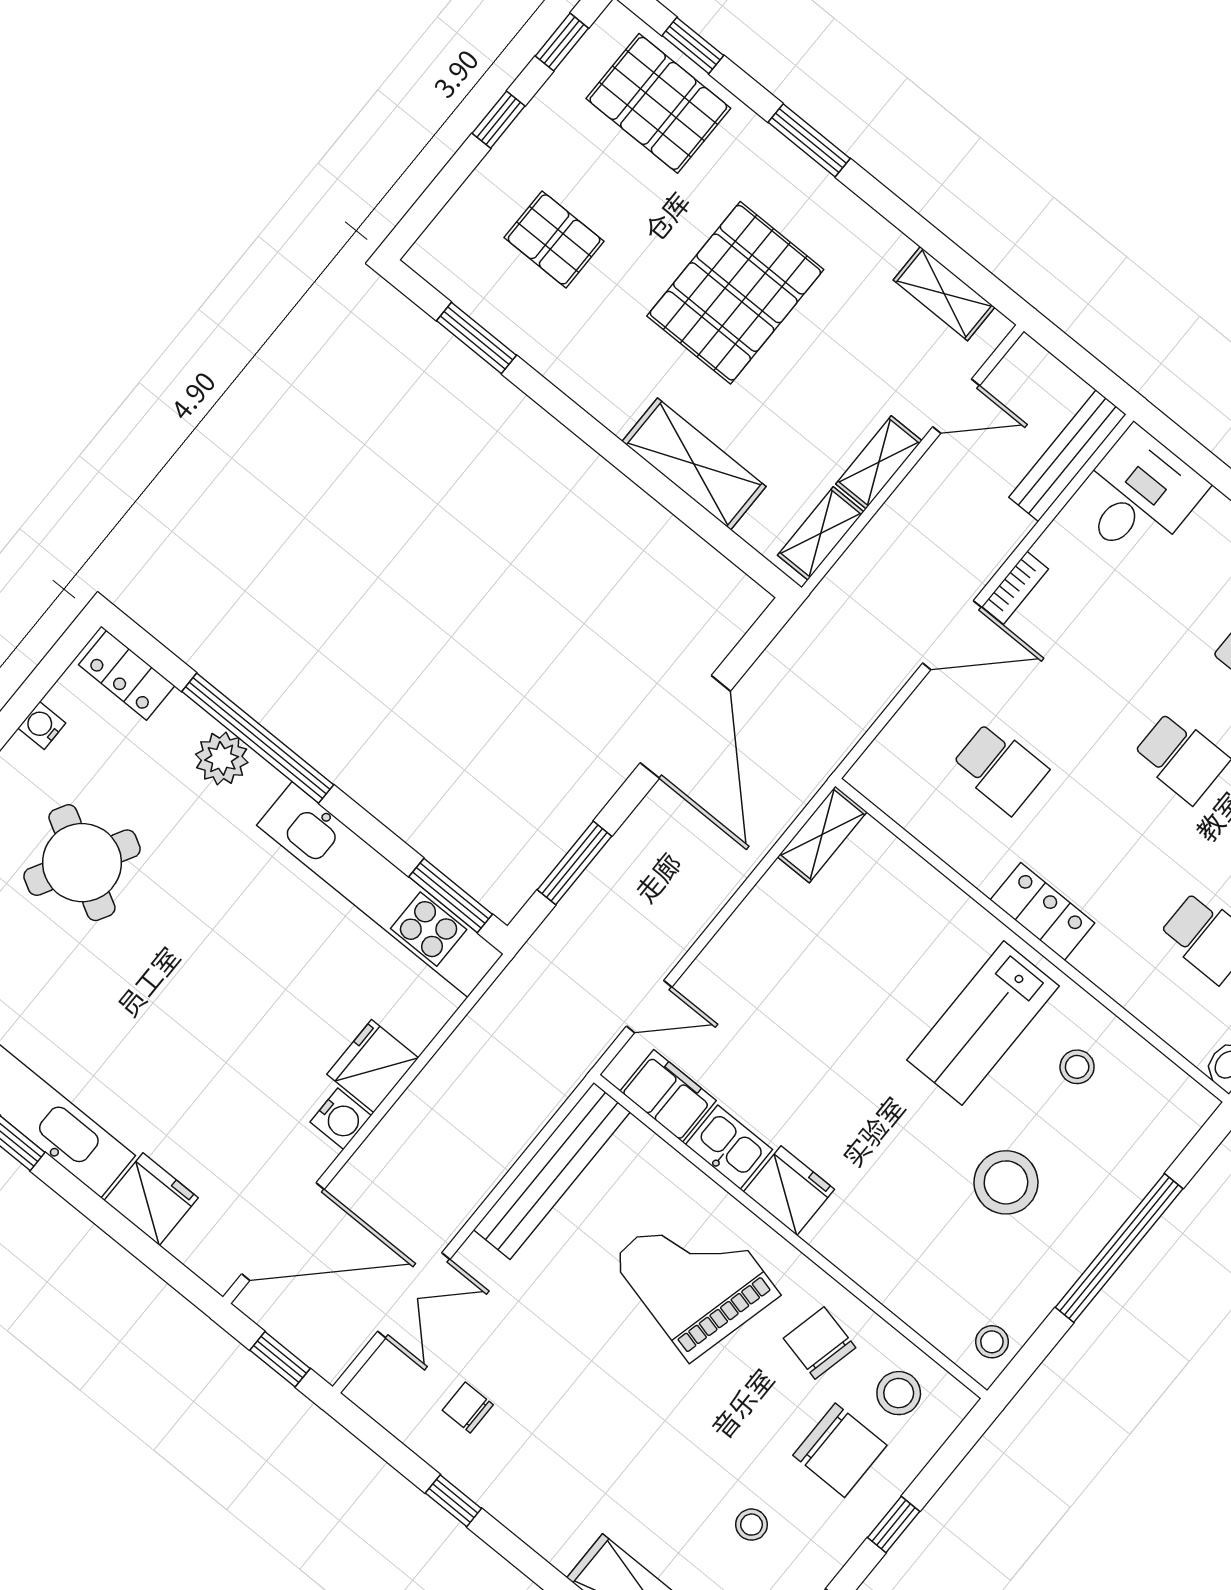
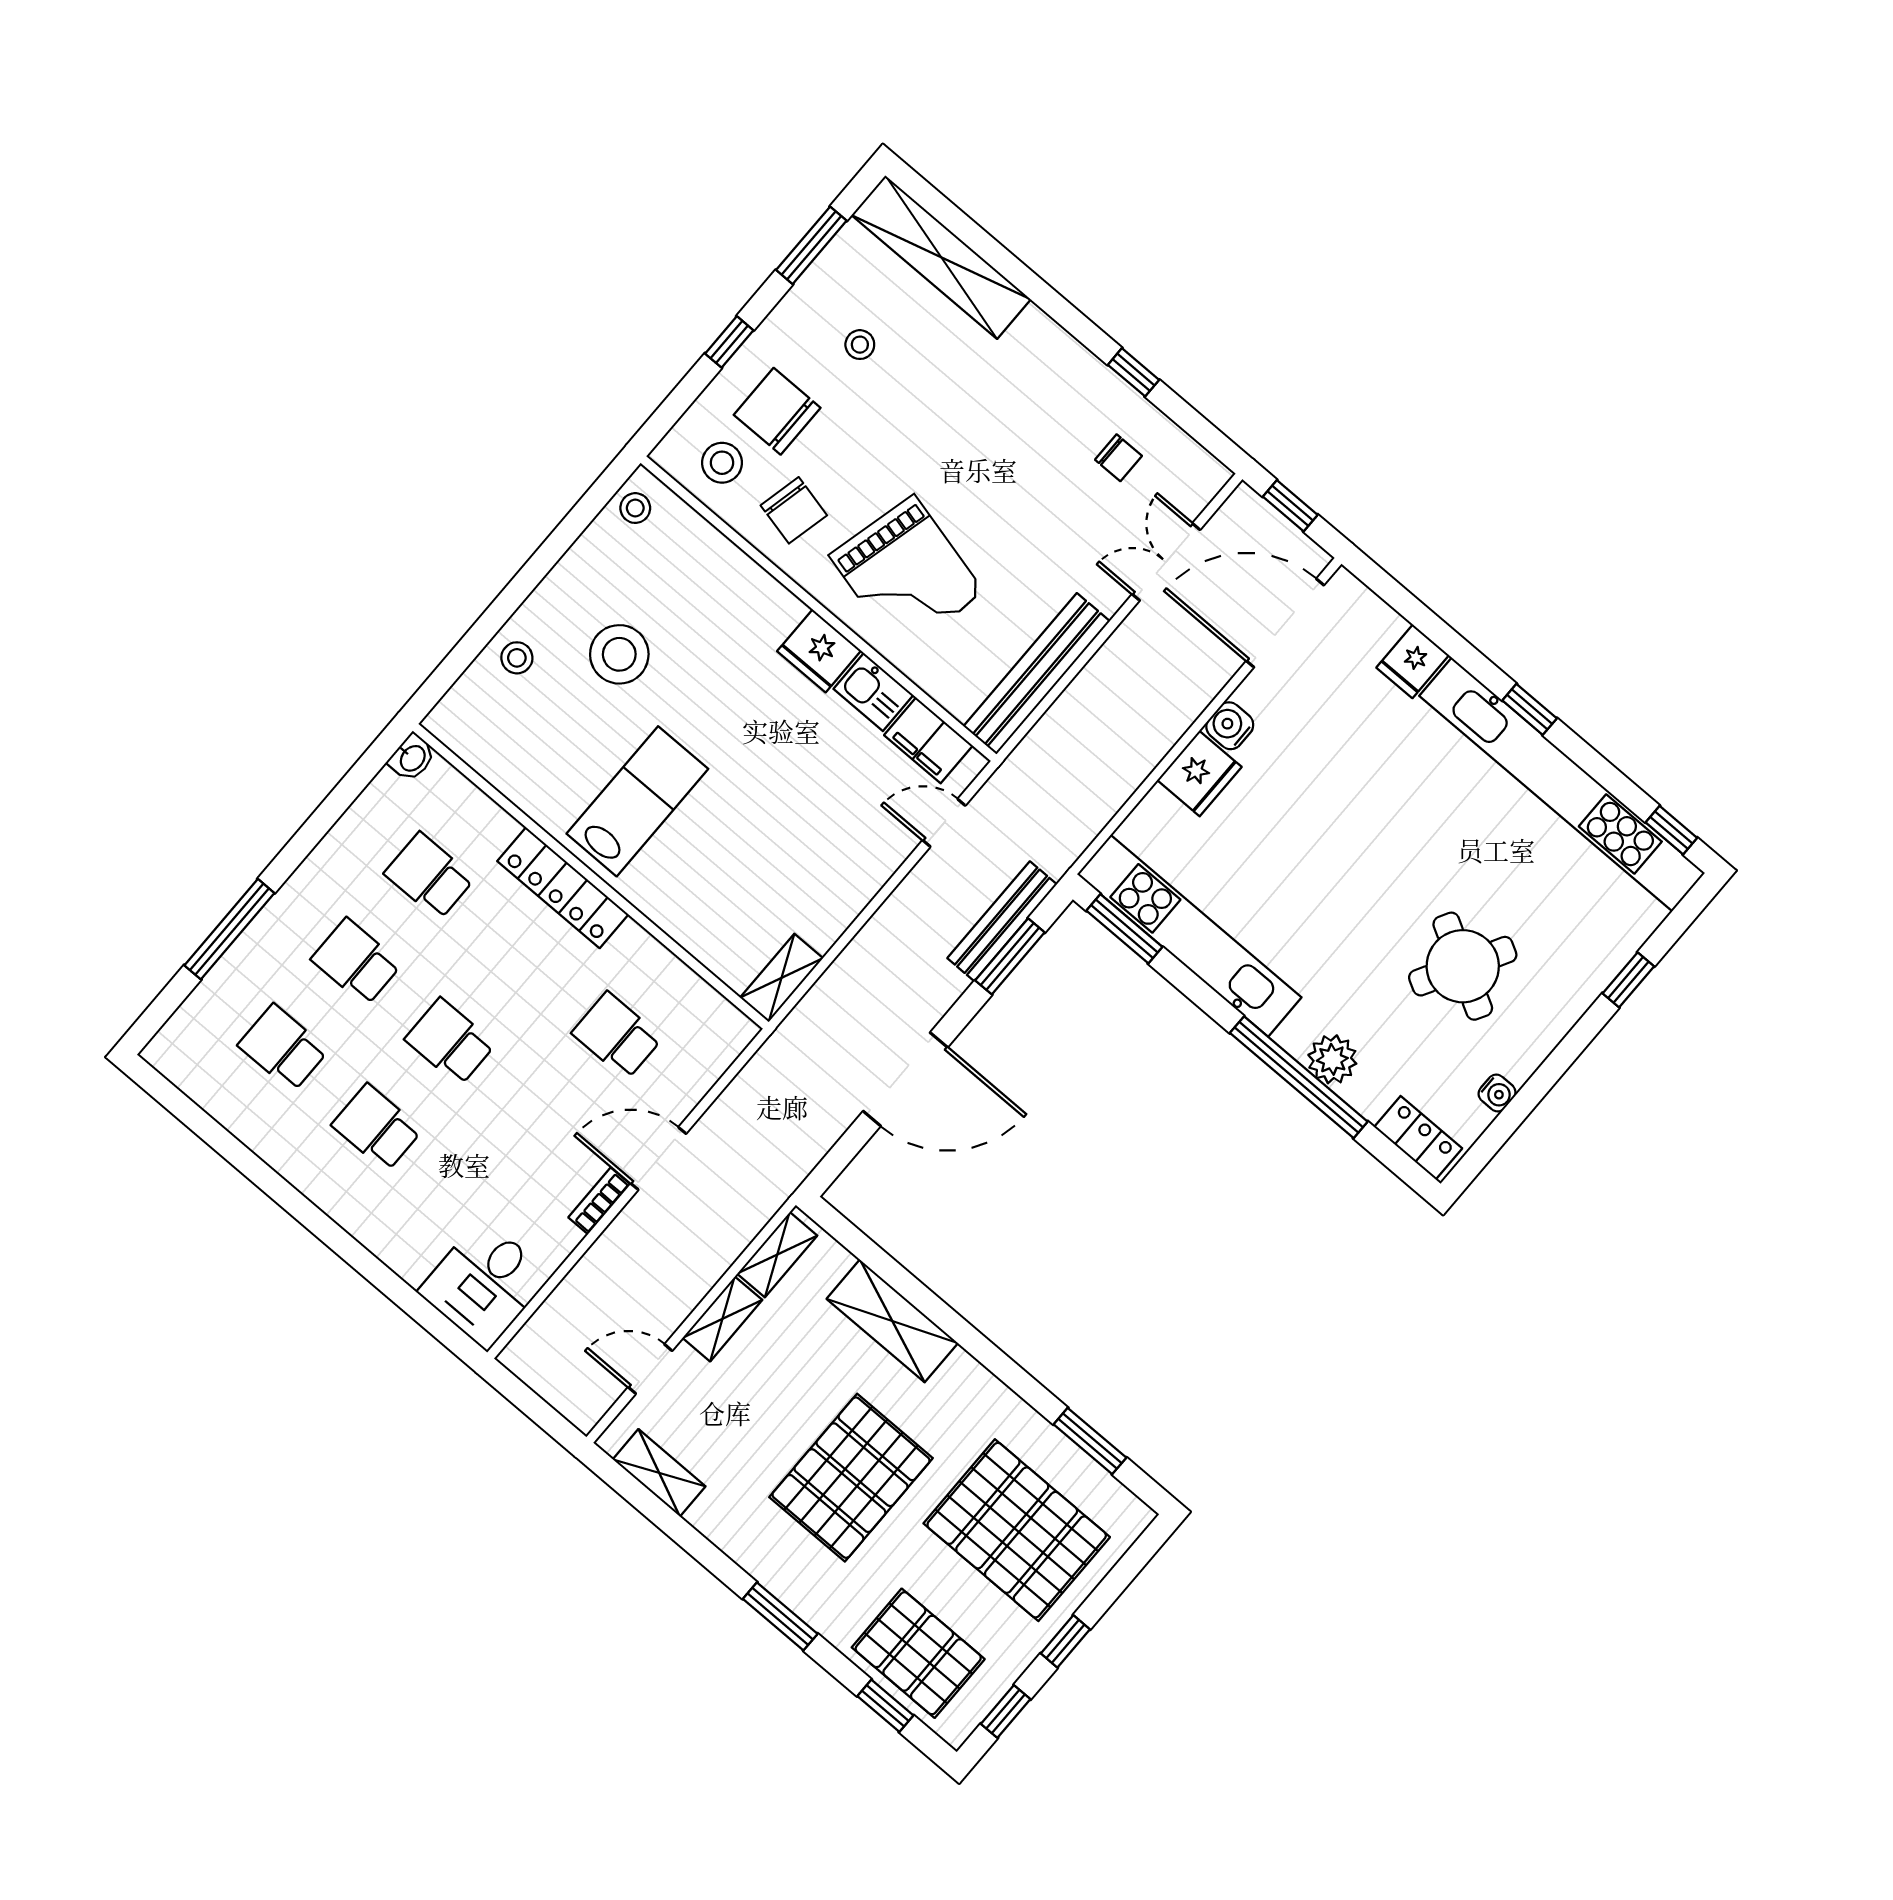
pallet: (554, 239) -> (1017, 1530), width x2.05, depth x2.00
bench: (1067, 456) -> (1002, 921), moved
door: (685, 727) -> (905, 1079), swing flipped
locker: (1042, 911) -> (563, 888), width x1.53
stool: (1077, 1067) -> (517, 658), moved
fridge: (151, 1199) -> (1413, 661), width x0.72
window: (1119, 1248) -> (517, 592), removed

